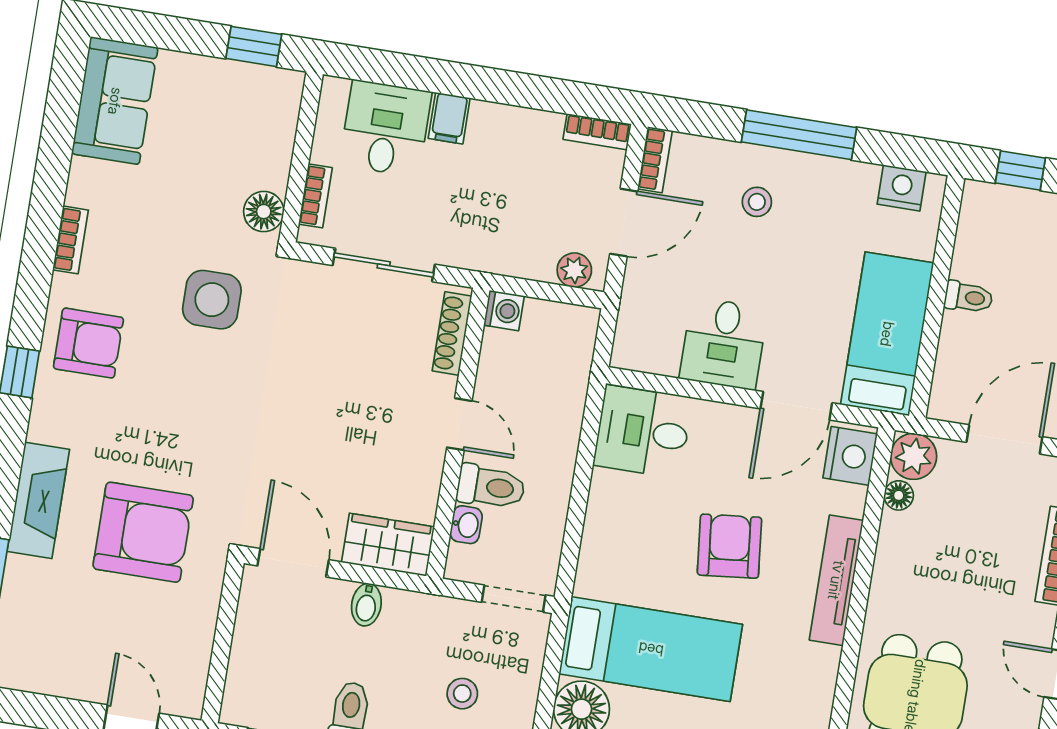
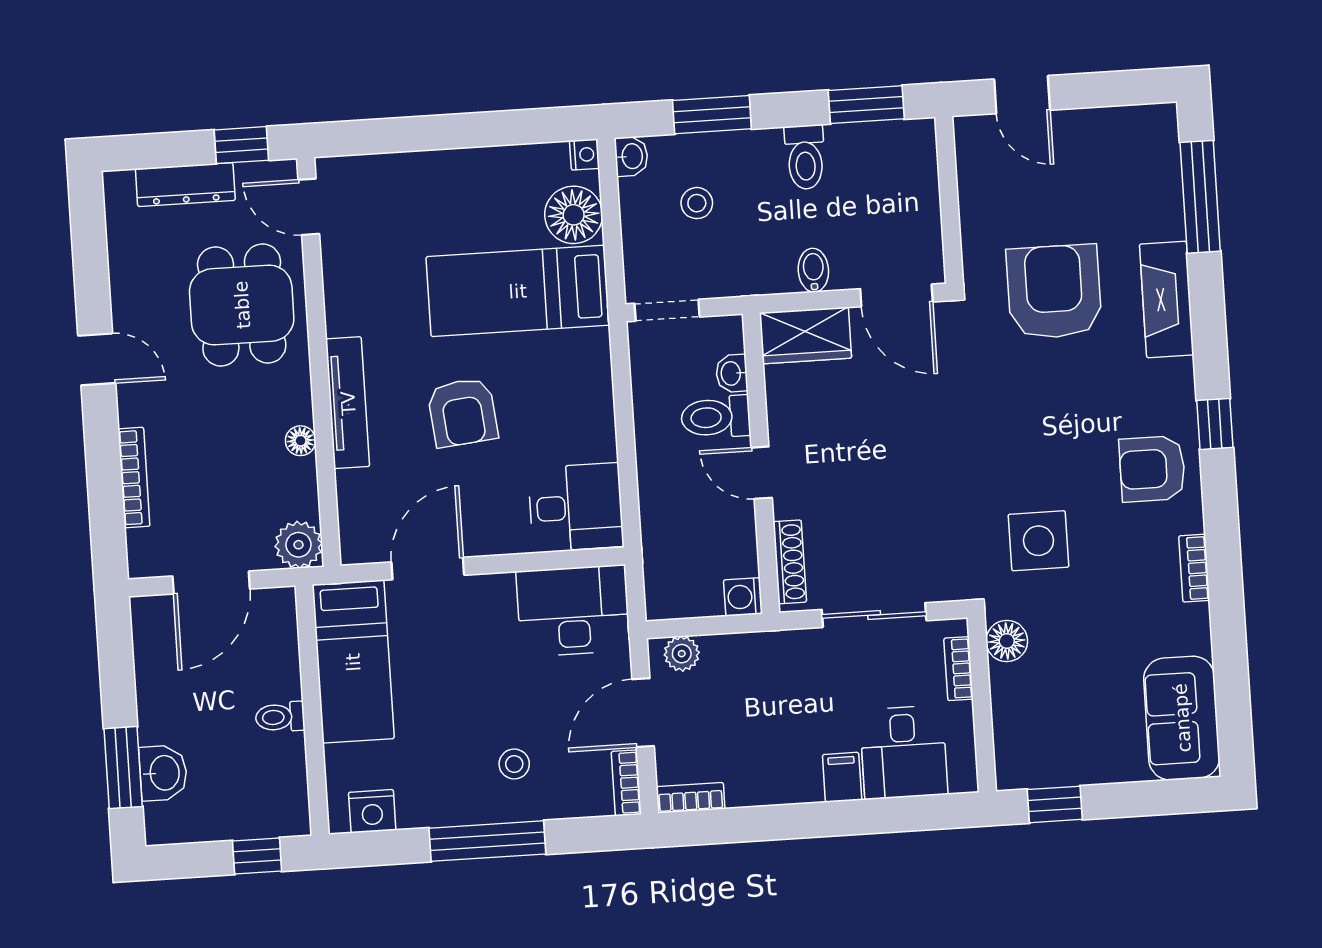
desk: (724, 343) -> (573, 611), moved, width x1.37
nightstand: (850, 456) -> (362, 531), removed
floor lamp: (899, 495) -> (301, 441), moved
armchair: (143, 532) -> (1054, 292), turned 90

